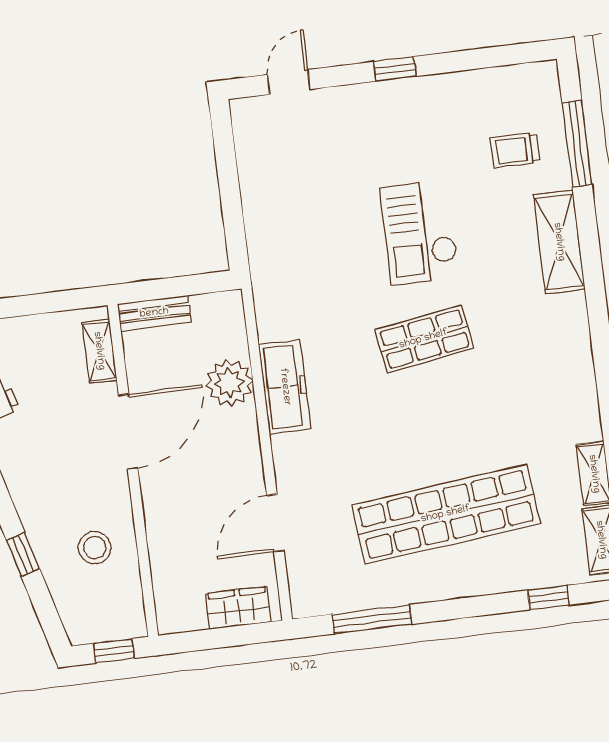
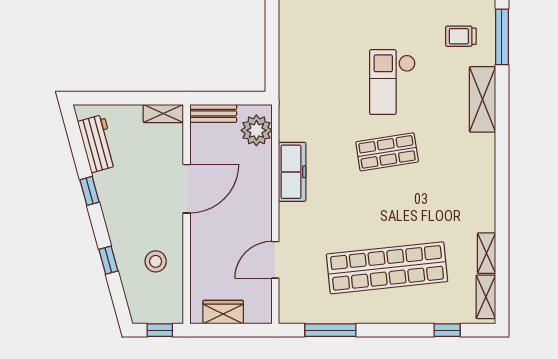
shelving: (99, 351) -> (163, 113), moved, turned 90
plant: (229, 383) -> (256, 130), moved
wardrobe: (239, 608) -> (223, 312), moved

